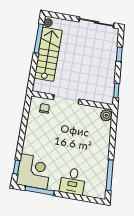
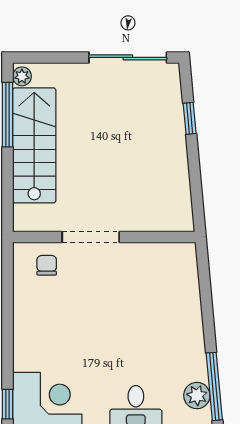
window: (116, 91) -> (197, 199), removed
plant: (106, 115) -> (197, 396), moved

